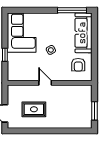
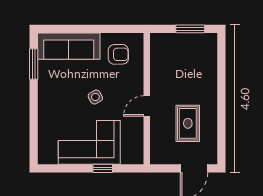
window: (72, 10) -> (34, 64), width x0.69
corner sofa: (22, 33) -> (89, 142), moved

